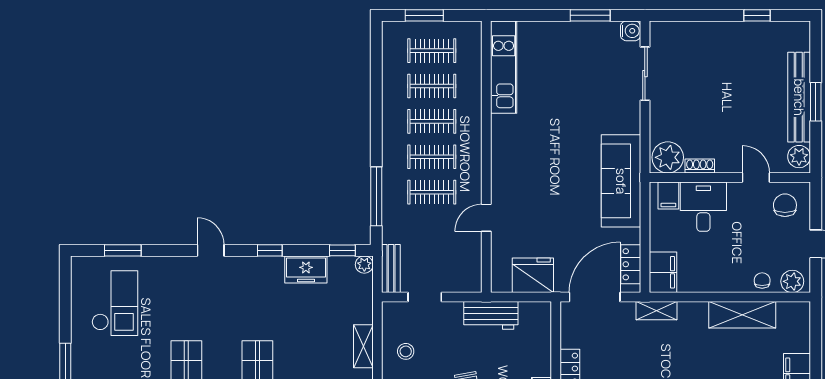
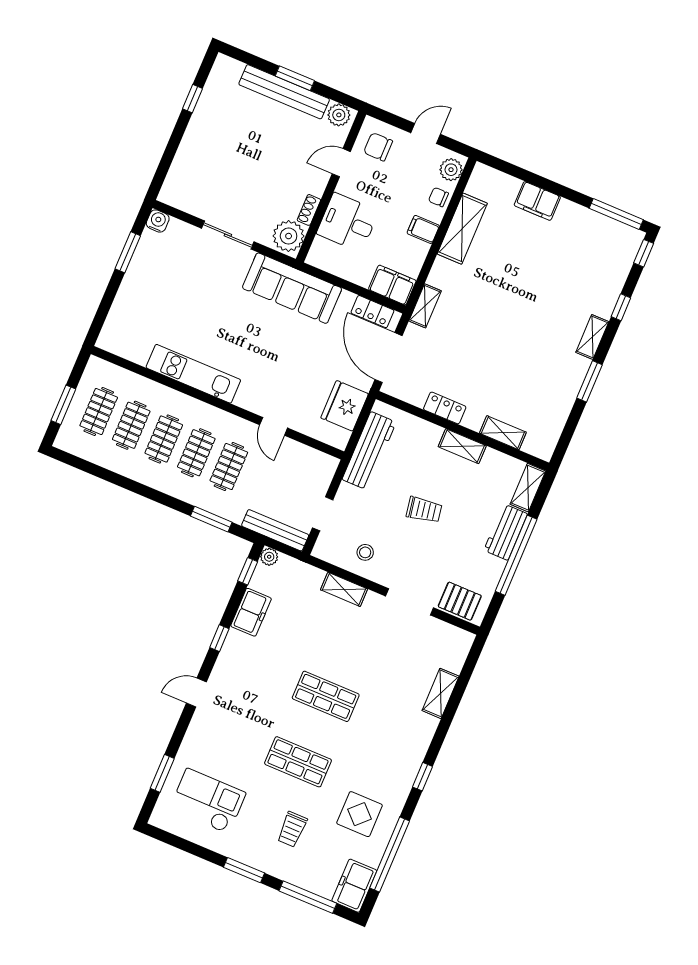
kitchen unit: (504, 67) -> (193, 374), moved
sliding door: (645, 74) -> (228, 235), moved
filing cabinet: (668, 195) -> (423, 229), moved, turned 180
window: (376, 196) -> (211, 519), width x0.69
bench: (391, 269) -> (275, 530), width x1.36
workbench: (491, 315) -> (369, 451), width x1.38

